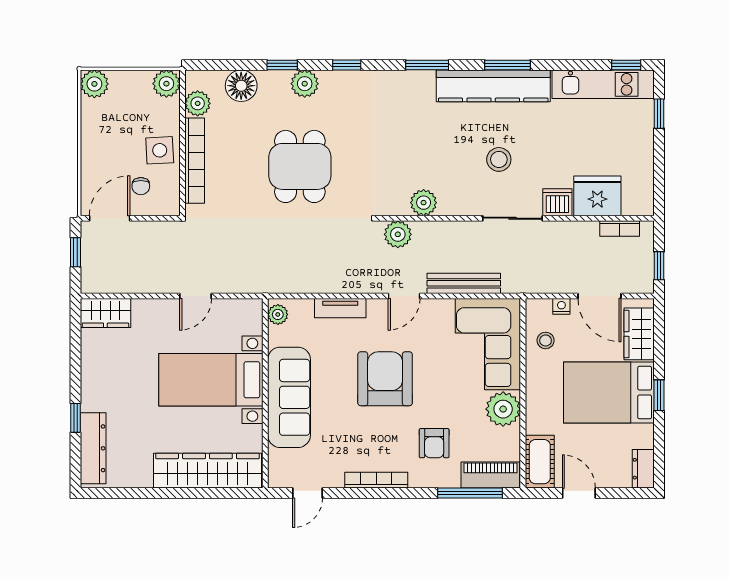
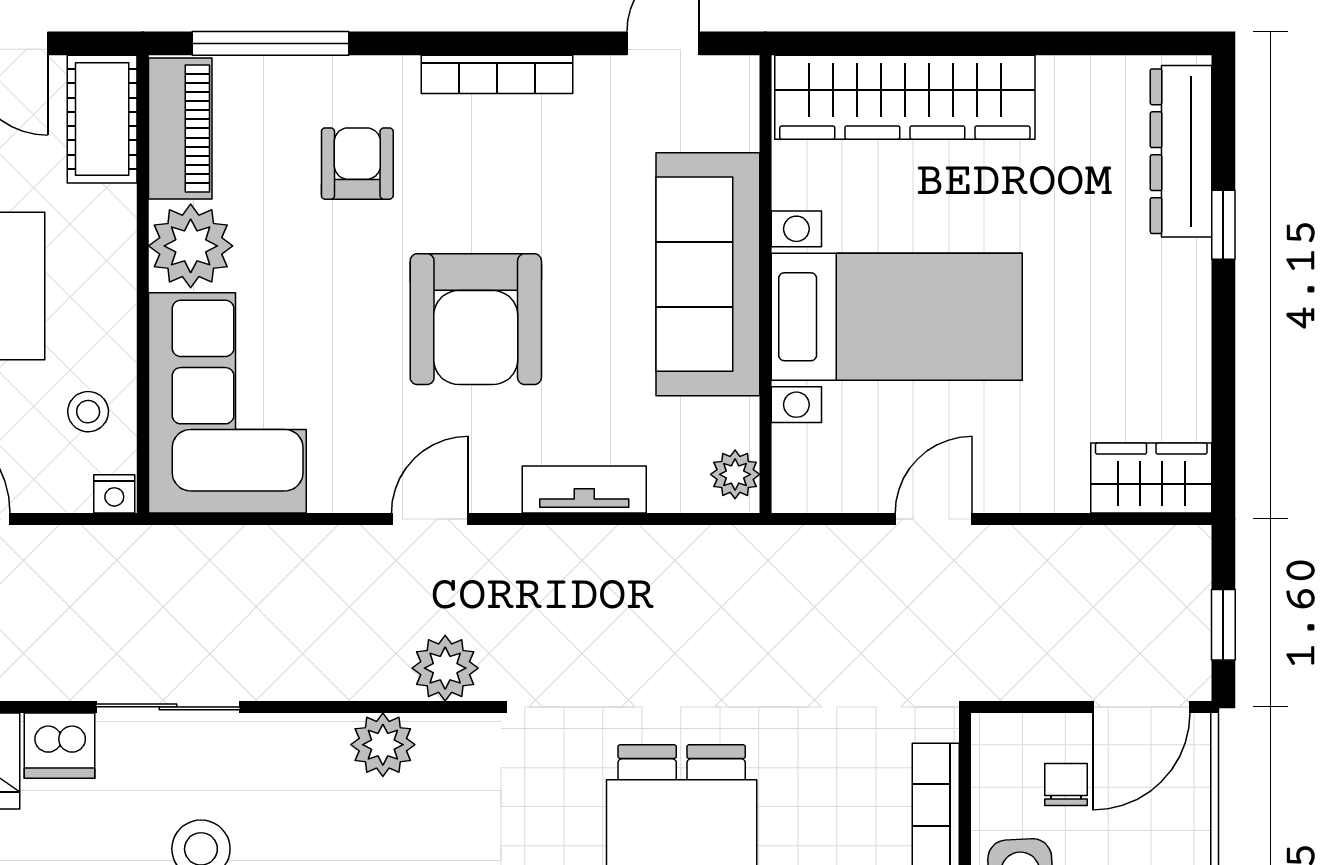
bench: (464, 283) -> (286, 550), removed
nightstand: (561, 306) -> (114, 494), moved
piano: (490, 475) -> (180, 128), moved, turned -90

